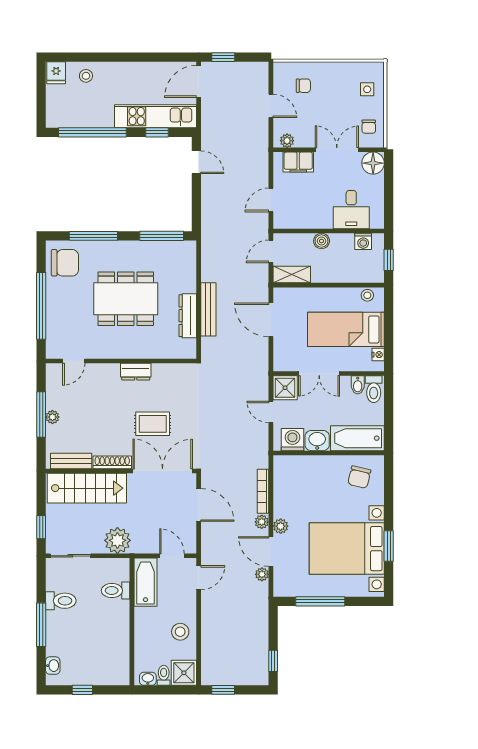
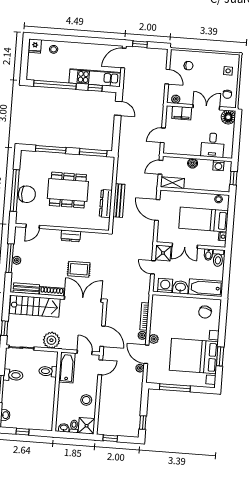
chair: (65, 263) -> (27, 194), moved
door: (199, 505) -> (103, 336), moved

